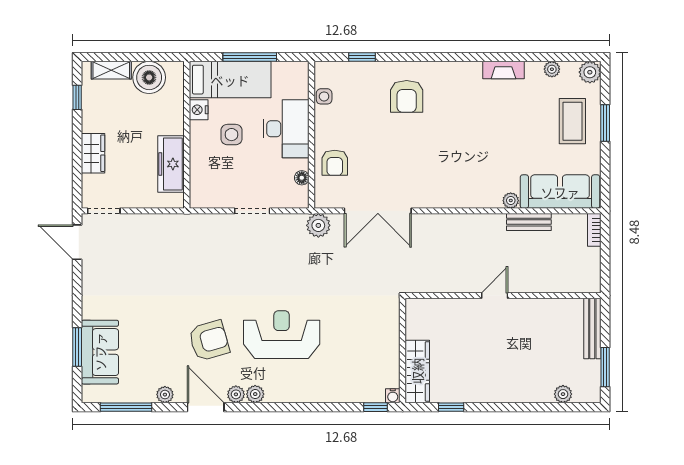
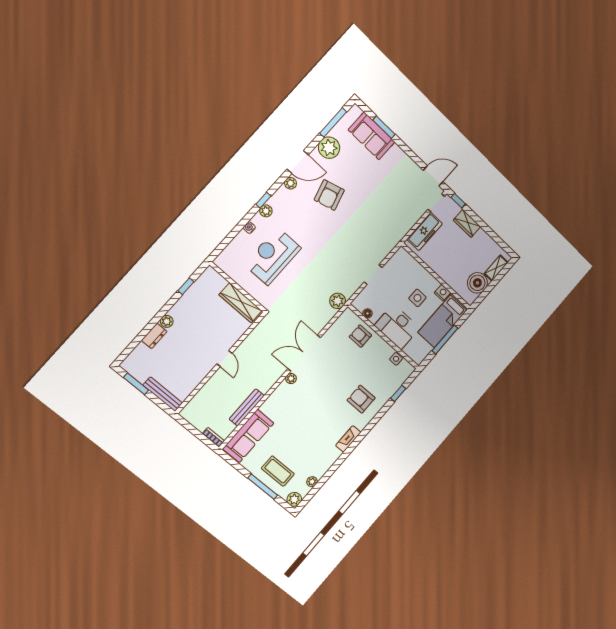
fireplace: (503, 70) -> (348, 439), moved
window: (77, 97) -> (458, 201), moved
window: (605, 123) -> (263, 487), width x1.44
freezer: (171, 164) -> (425, 231), moved, turned 90
plant: (511, 200) -> (291, 378), moved
double door: (378, 211) -> (304, 353), moved
bench: (529, 222) -> (247, 407), width x1.36
reception desk: (282, 335) -> (273, 256), moved, turned 180
wardrobe: (417, 371) -> (240, 303), moved
dresser: (535, 393) -> (154, 336), added
plant: (255, 394) -> (266, 211), moved
plant: (563, 394) -> (167, 321), moved
plant: (165, 395) -> (329, 148), width x1.88, depth x1.88
water cooler: (393, 396) -> (249, 228), moved
window: (375, 407) -> (263, 200), moved

